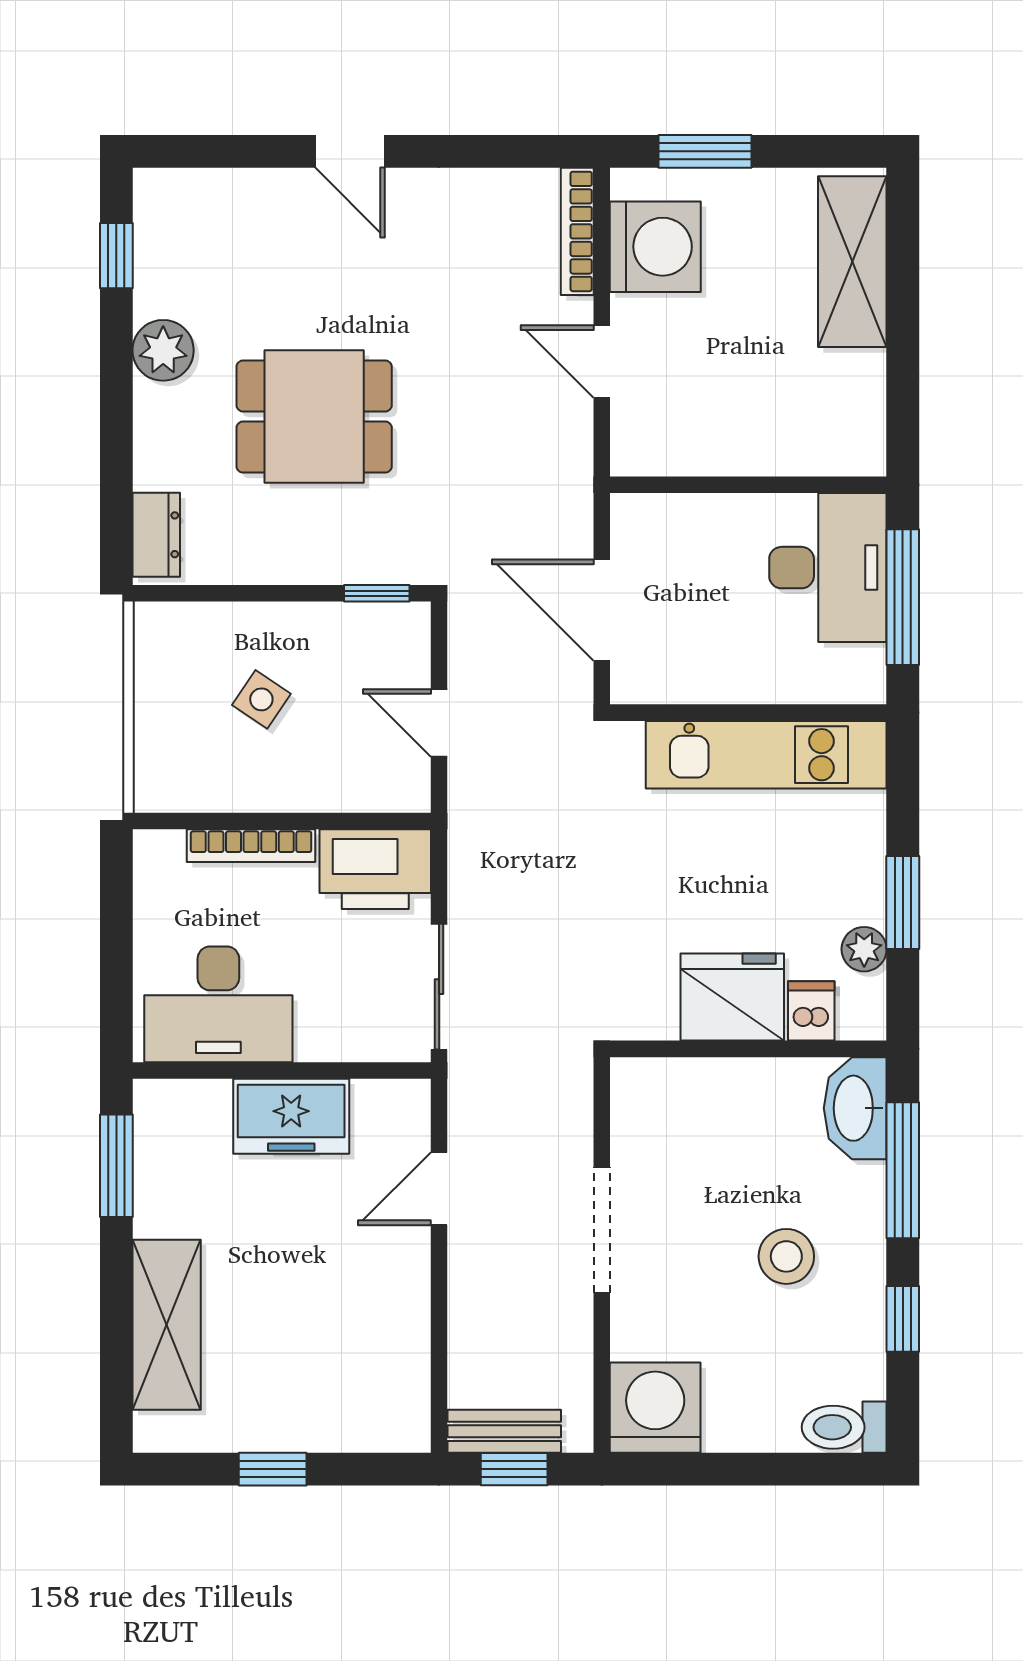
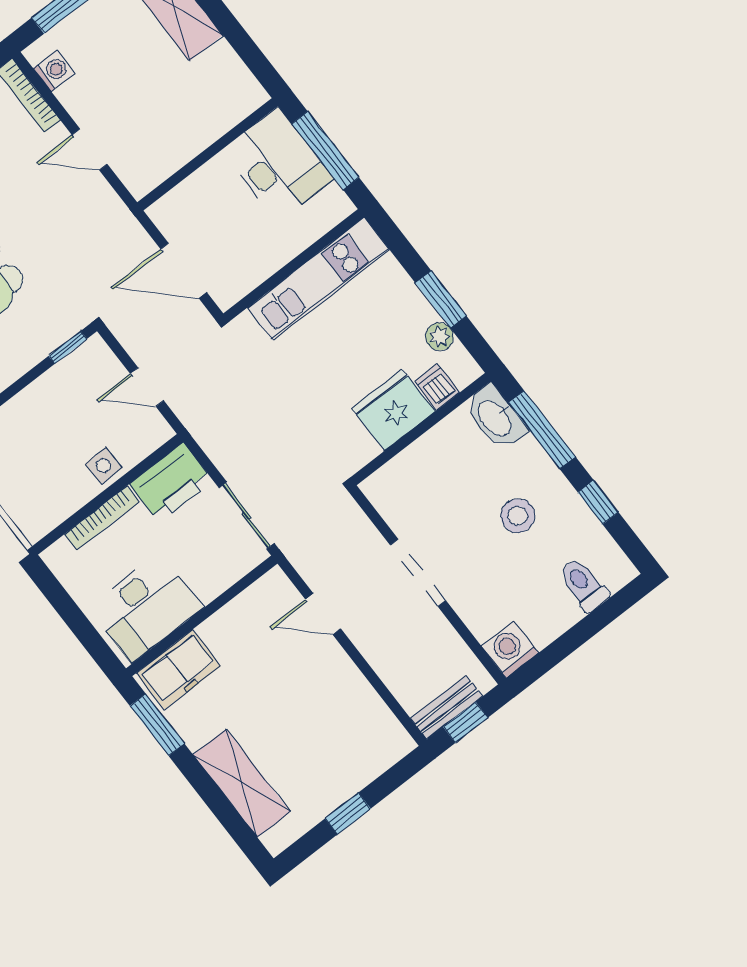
washing machine: (655, 247) -> (54, 71), width x0.53, depth x0.53
side table: (261, 699) -> (103, 466), moved, turned -35
freezer: (291, 1116) -> (178, 670), moved
door: (439, 1189) -> (323, 614), hinge flipped
washing machine: (655, 1408) -> (510, 650), width x0.73, depth x0.73
toilet: (844, 1427) -> (584, 585), moved, turned 90

